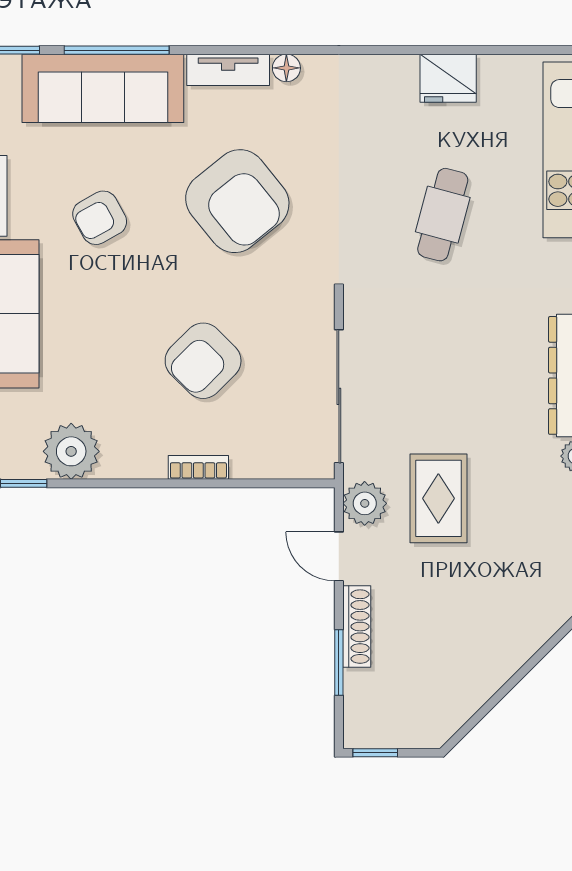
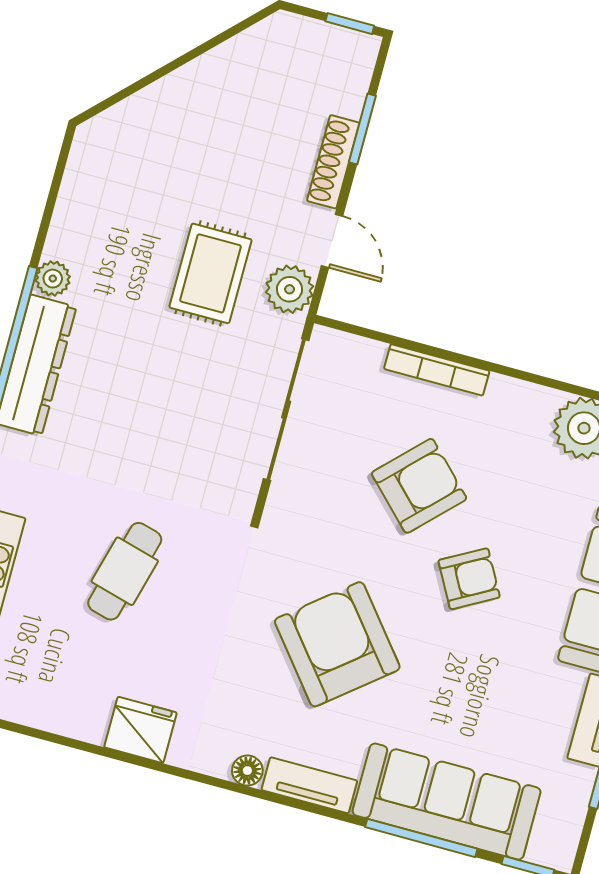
fridge: (448, 78) -> (140, 730), moved
armchair: (100, 218) -> (469, 579), moved
bookcase: (198, 467) -> (437, 370), width x1.56

